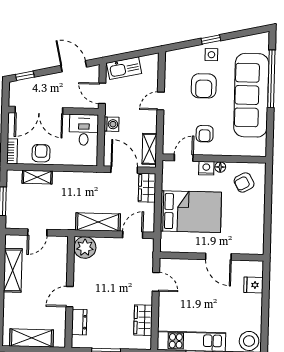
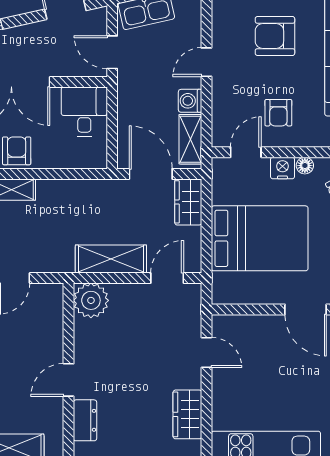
armchair: (204, 86) -> (275, 36), turned 90
washing machine: (112, 124) -> (190, 101), moved, turned 180

